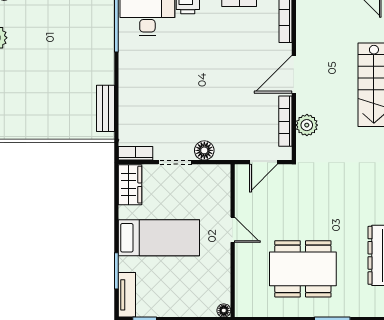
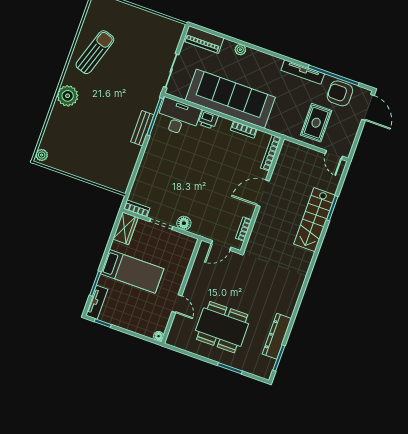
bench: (105, 108) -> (142, 128), moved
bookcase: (285, 121) -> (244, 229), width x0.64
plant: (307, 125) -> (259, 231), removed
door: (233, 230) -> (177, 304), moved

